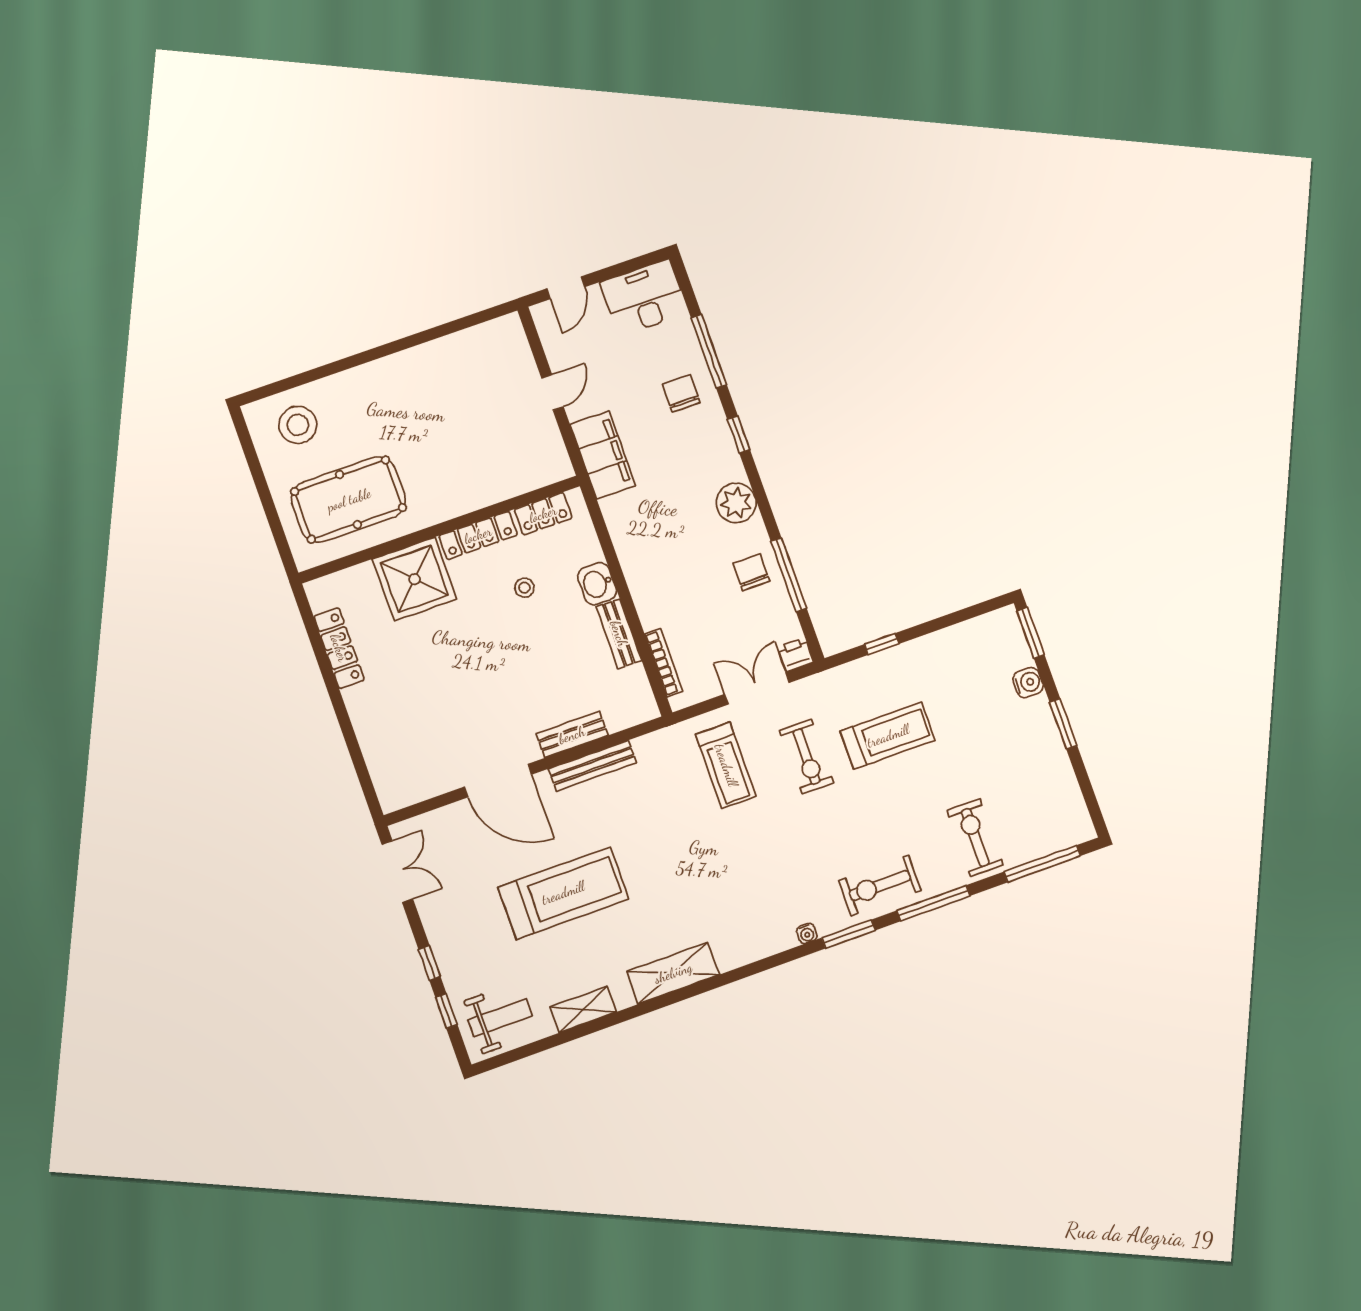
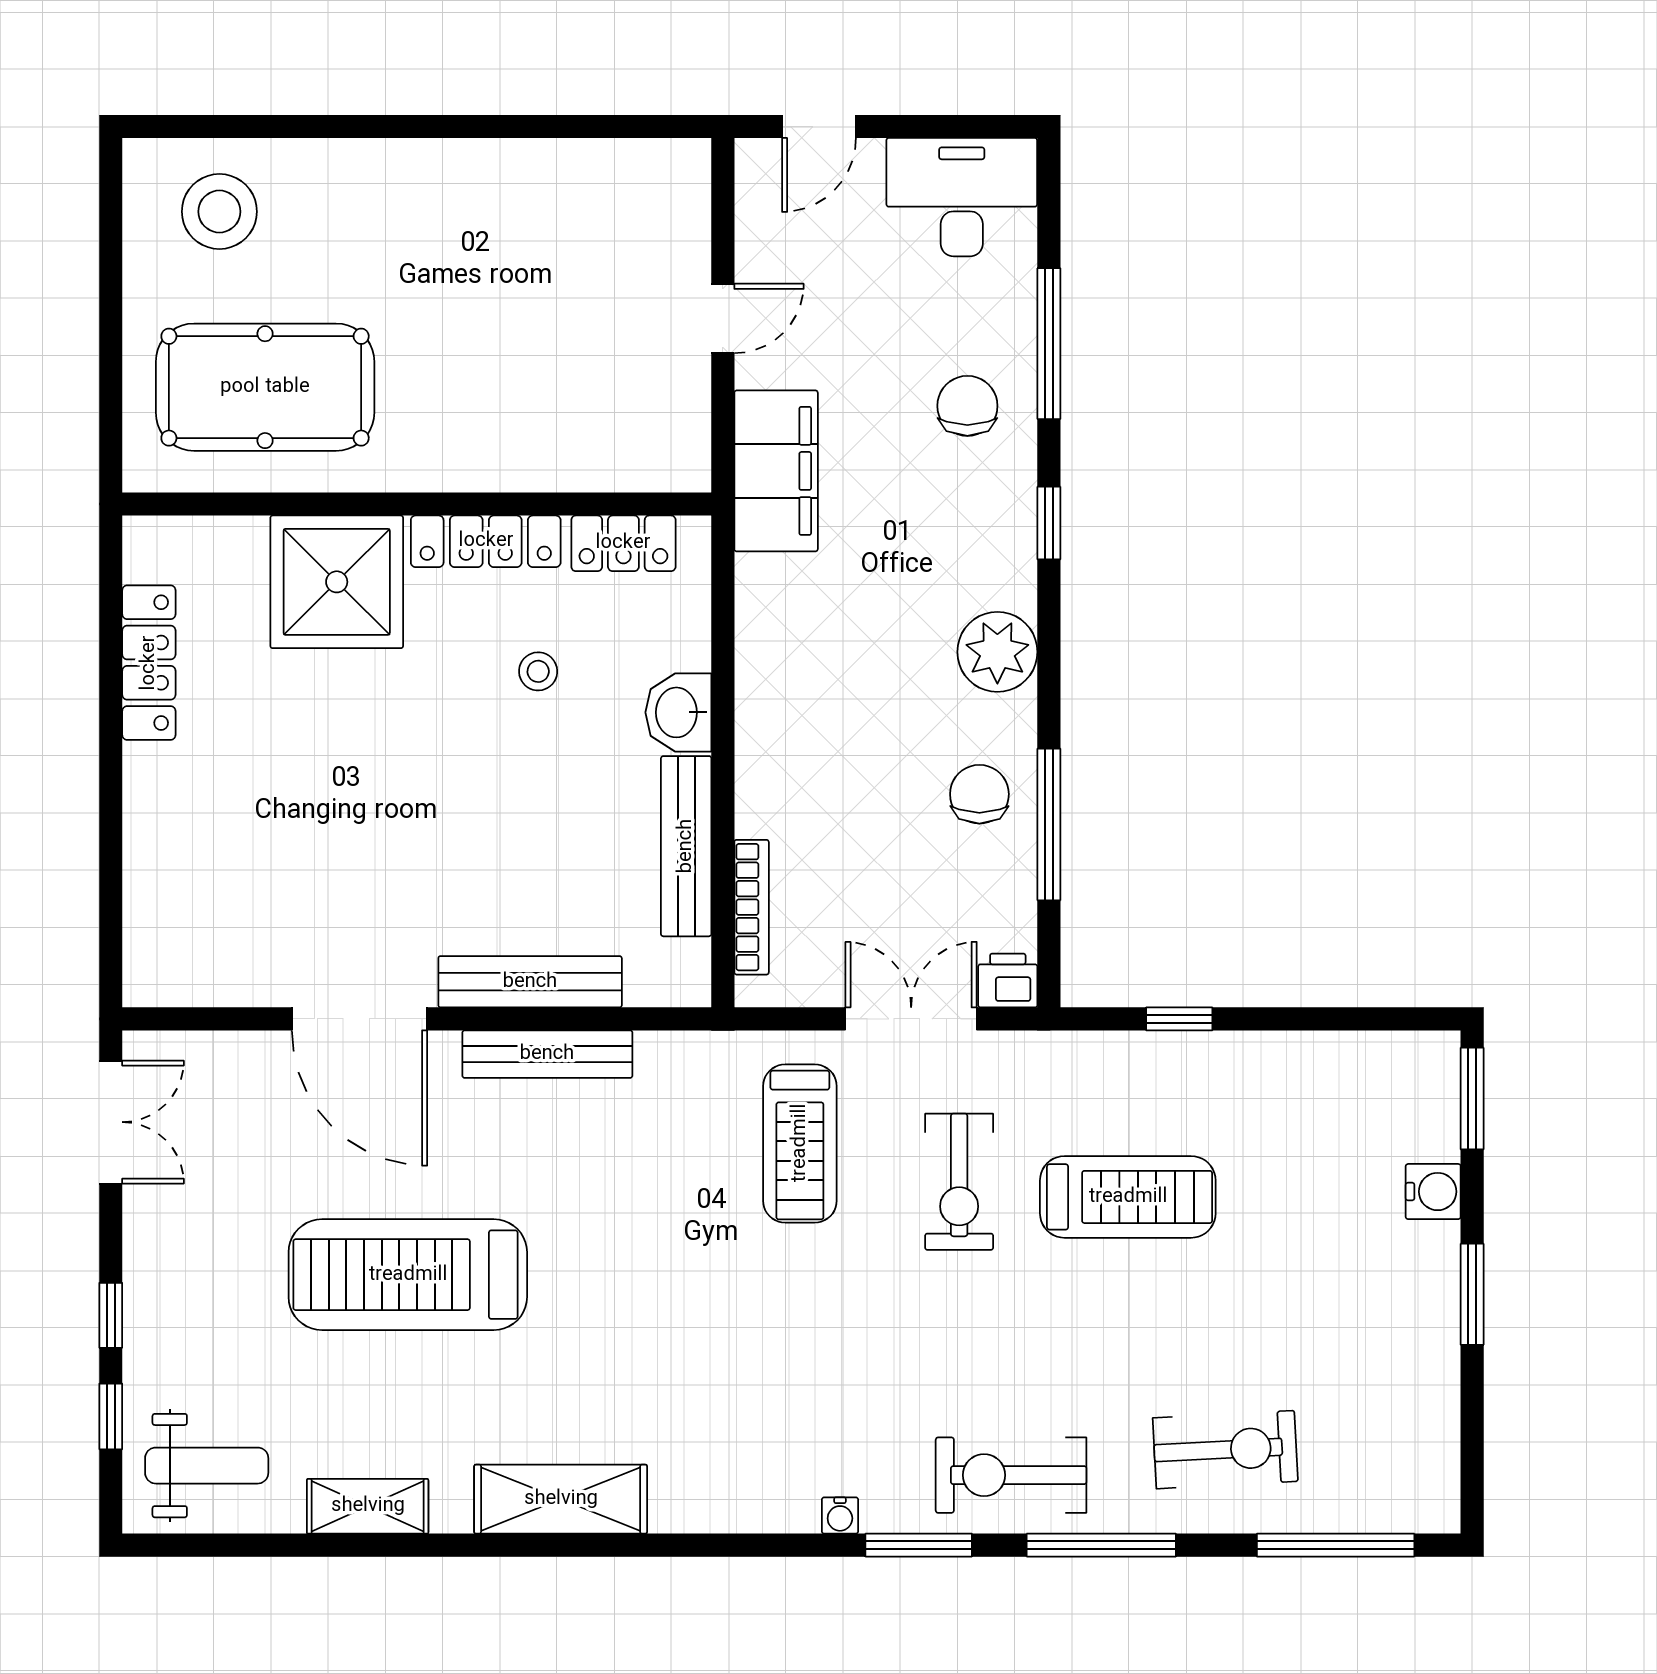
bench: (619, 634) -> (686, 846), width x1.36
bench: (572, 735) -> (530, 982), width x1.36
exercise bike: (975, 838) -> (1225, 1450), turned 87
treadmill: (563, 893) -> (408, 1275), turned 180

